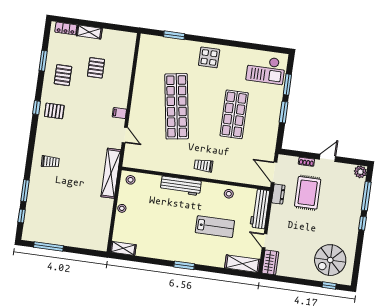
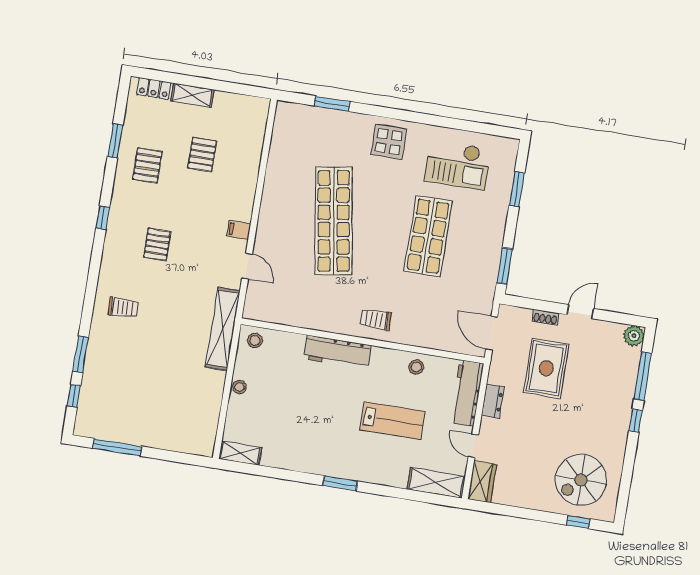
checkout: (266, 70) -> (458, 165), moved
pallet: (54, 111) -> (157, 244), moved, turned 90
window: (284, 112) -> (505, 266), moved
dresser: (278, 194) -> (493, 401), moved

